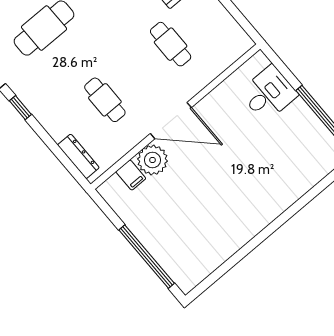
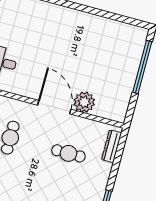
cafe table: (105, 100) -> (68, 153), turned 90
filing cabinet: (131, 175) -> (102, 109), removed

